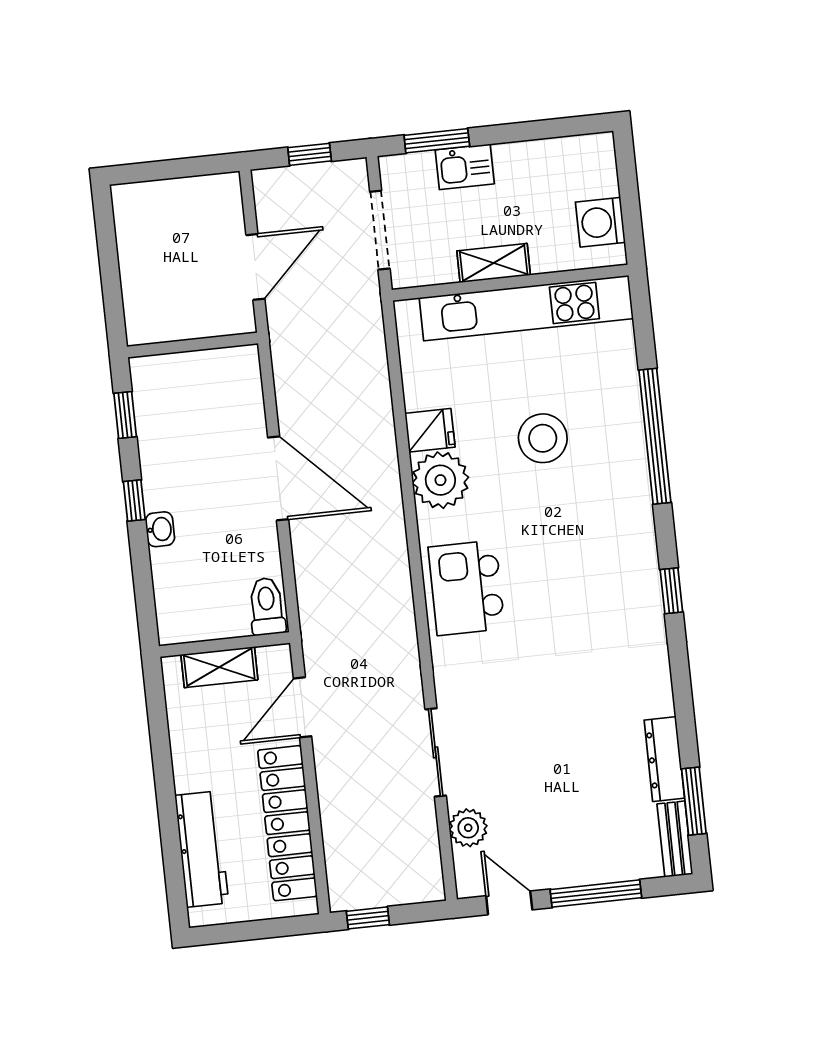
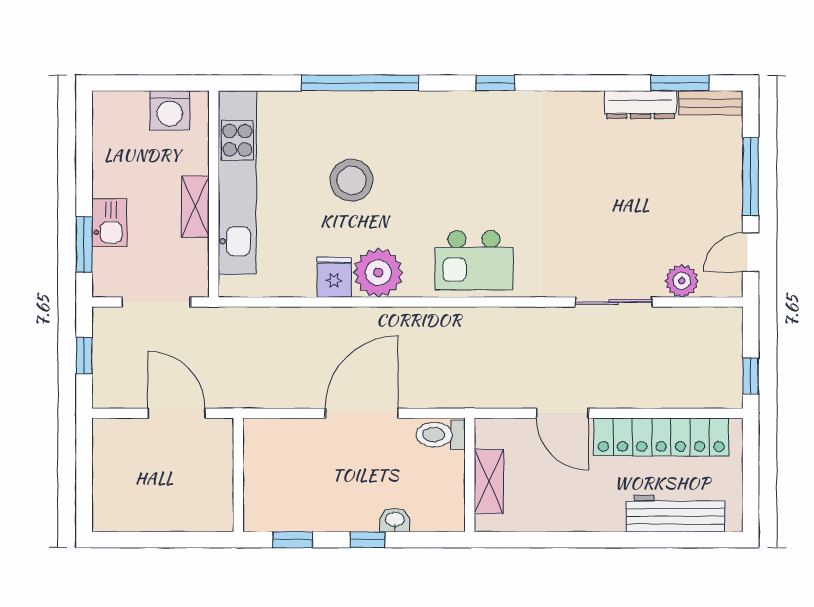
toilet: (267, 606) -> (441, 435), moved
wall: (225, 645) -> (470, 475), moved
shelving: (219, 667) -> (489, 481), moved

